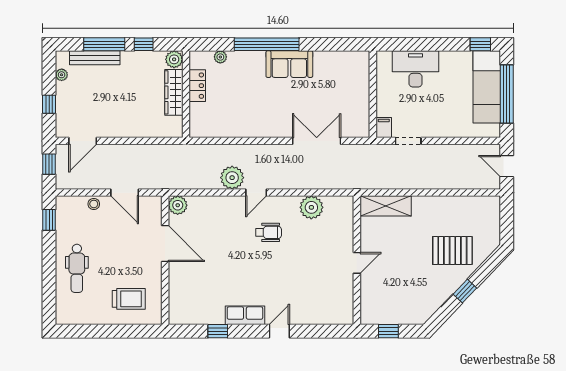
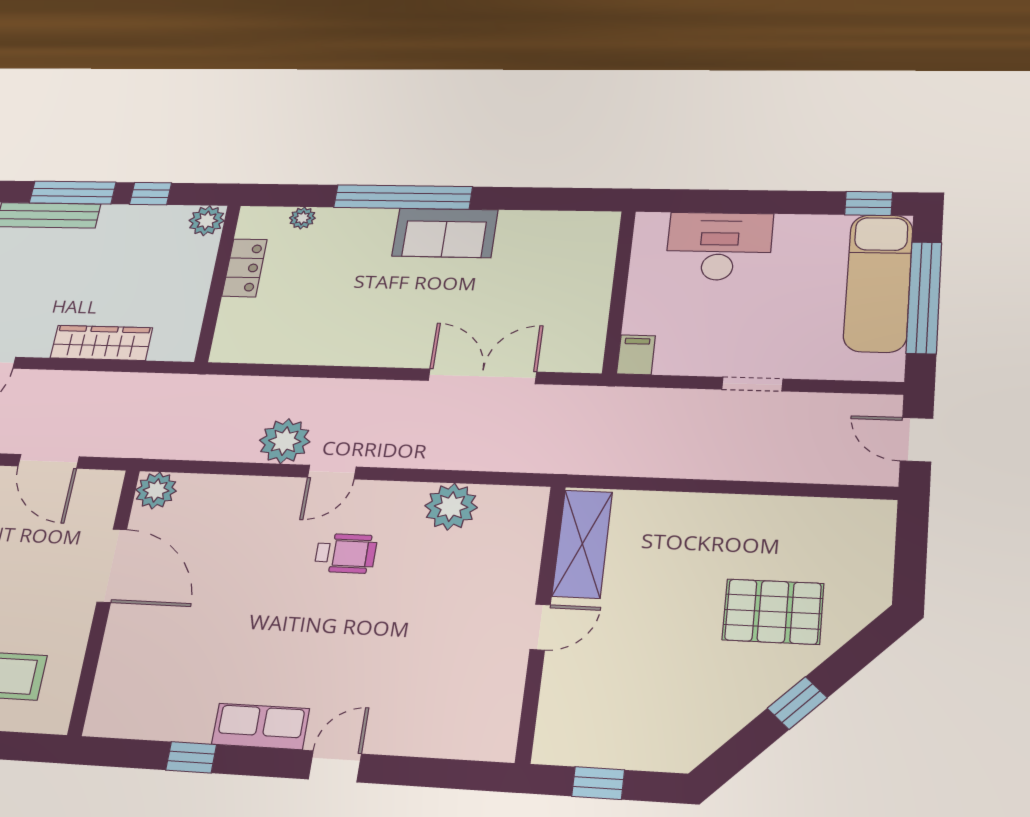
wardrobe: (174, 92) -> (101, 343), moved, turned 90
doorway: (408, 141) -> (752, 384), moved
shelving: (386, 206) -> (582, 544), moved, turned 90

